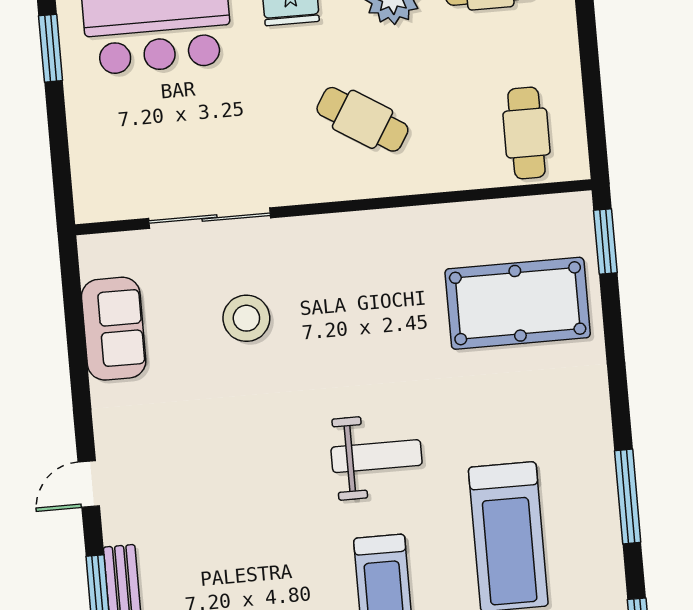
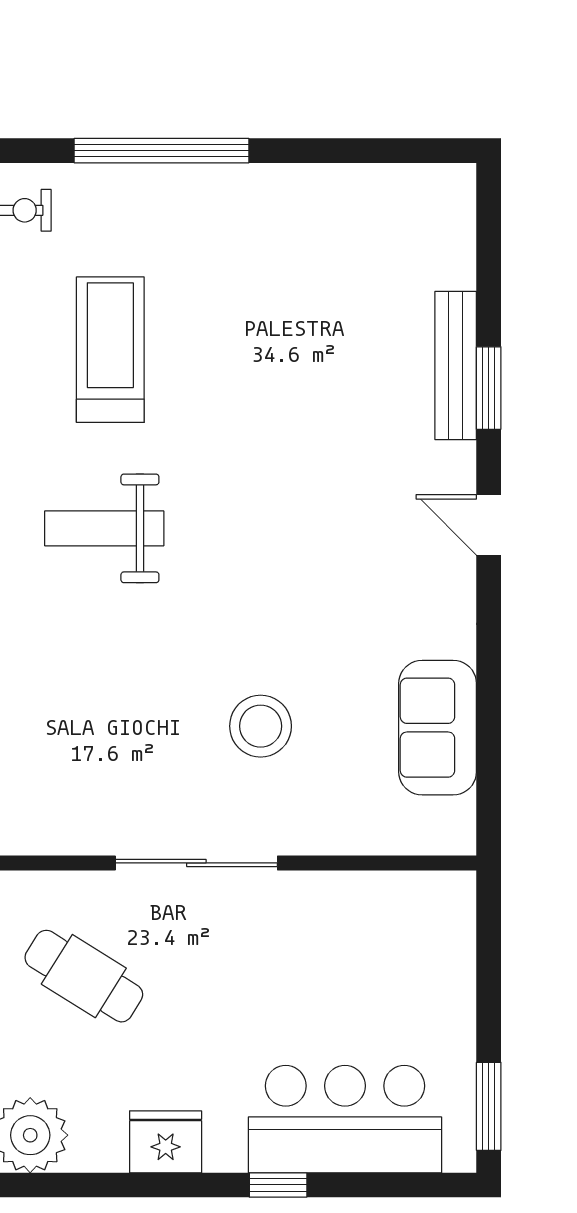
sliding door: (209, 218) -> (196, 863), moved
door: (89, 484) -> (489, 525), swing flipped

